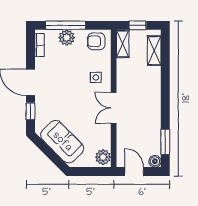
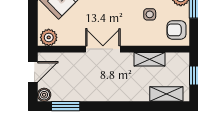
armchair: (96, 41) -> (177, 30), turned -90
shelving: (123, 44) -> (150, 59), moved
side table: (96, 77) -> (150, 14), moved

